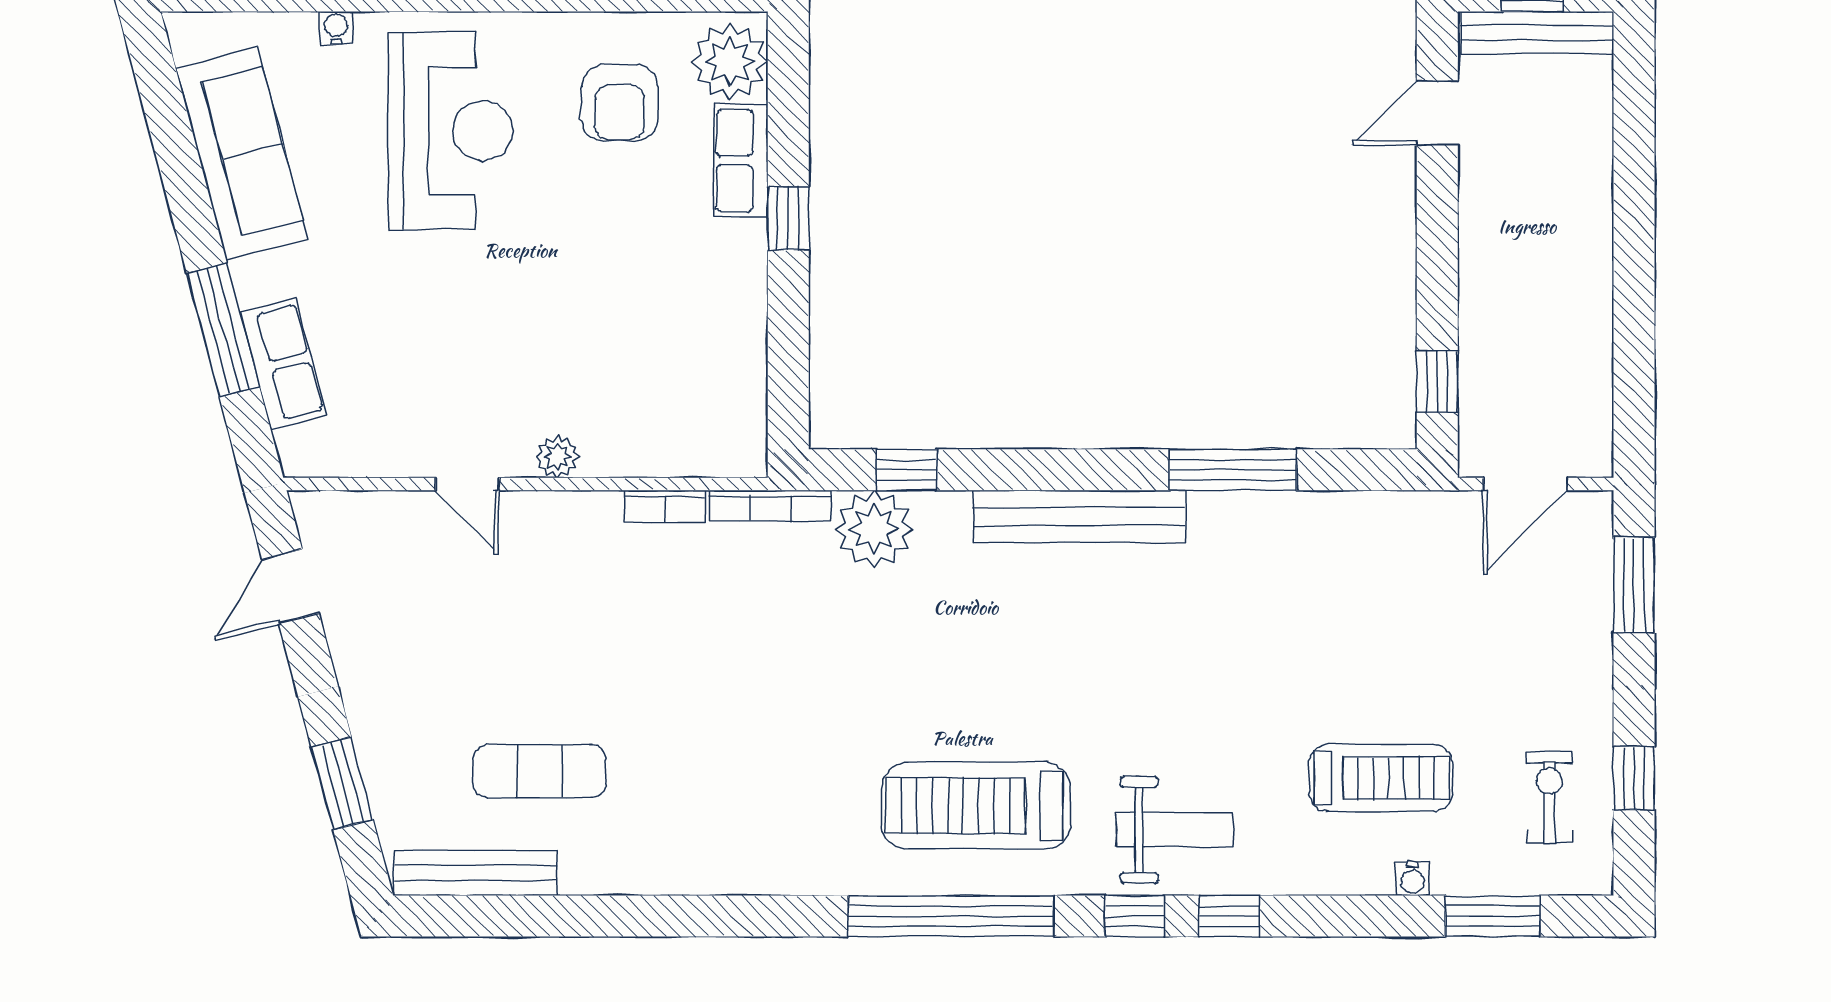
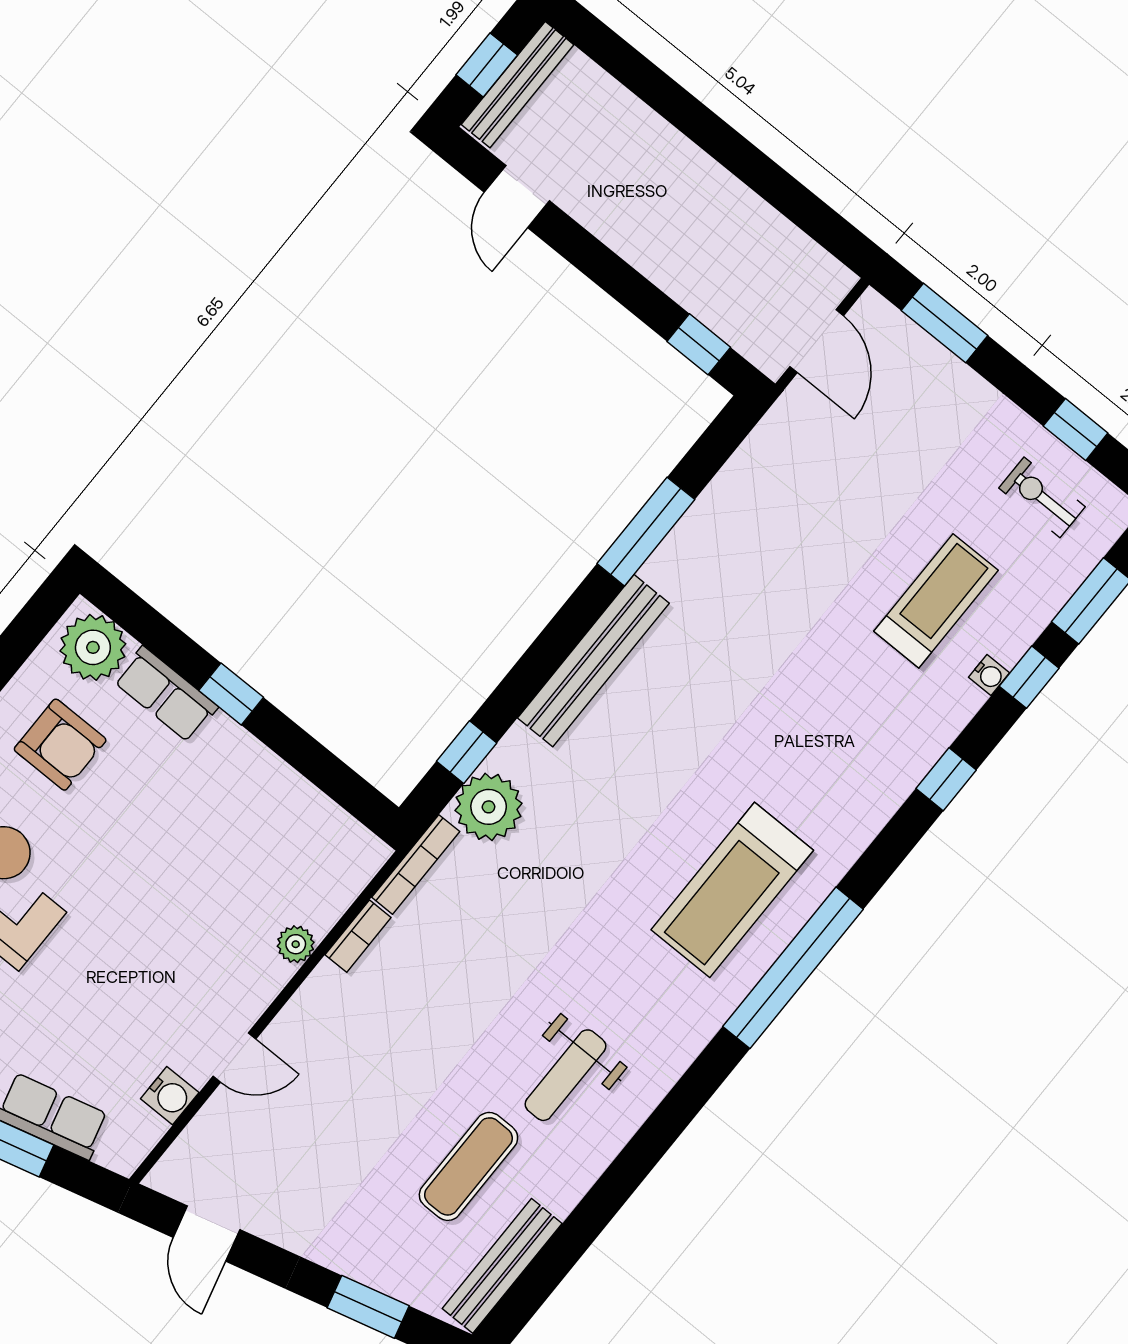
water cooler: (387, 454) -> (170, 1096), added
plant: (557, 457) -> (296, 944), moved
weight bench: (1174, 830) -> (565, 1075), moved, turned 180
water cooler: (1412, 879) -> (989, 675), moved
window: (1135, 916) -> (1029, 677), moved

